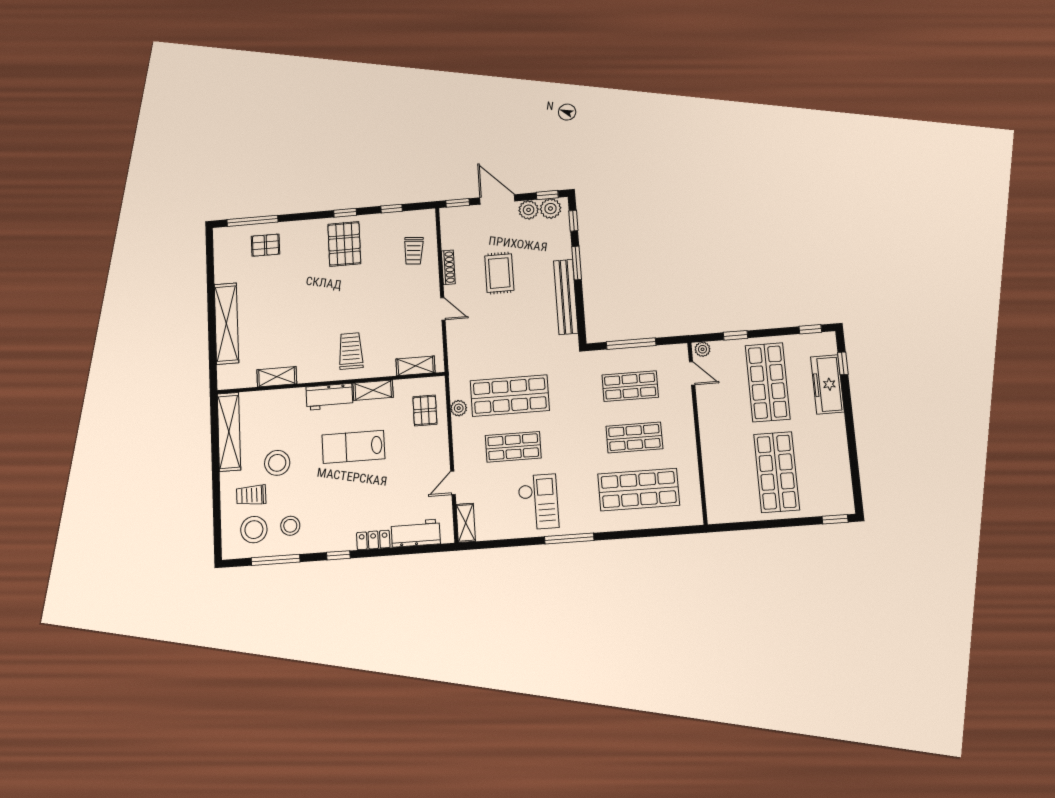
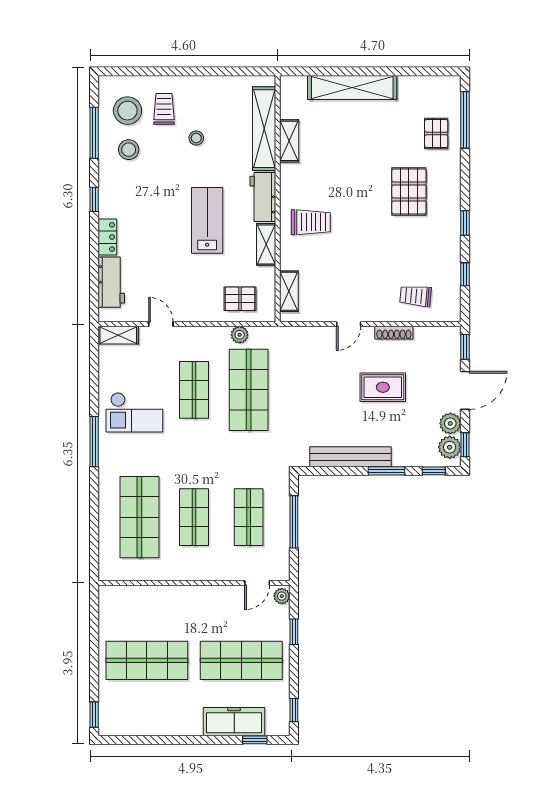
pallet: (344, 244) -> (409, 191), moved, turned 90
shelving: (229, 432) -> (264, 129), moved, turned 90
stool: (277, 463) -> (196, 138), width x0.53, depth x0.53

